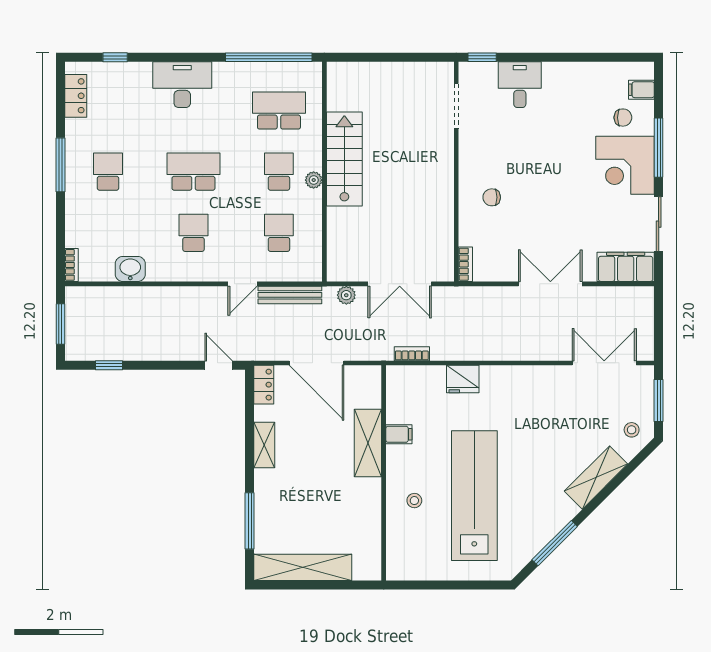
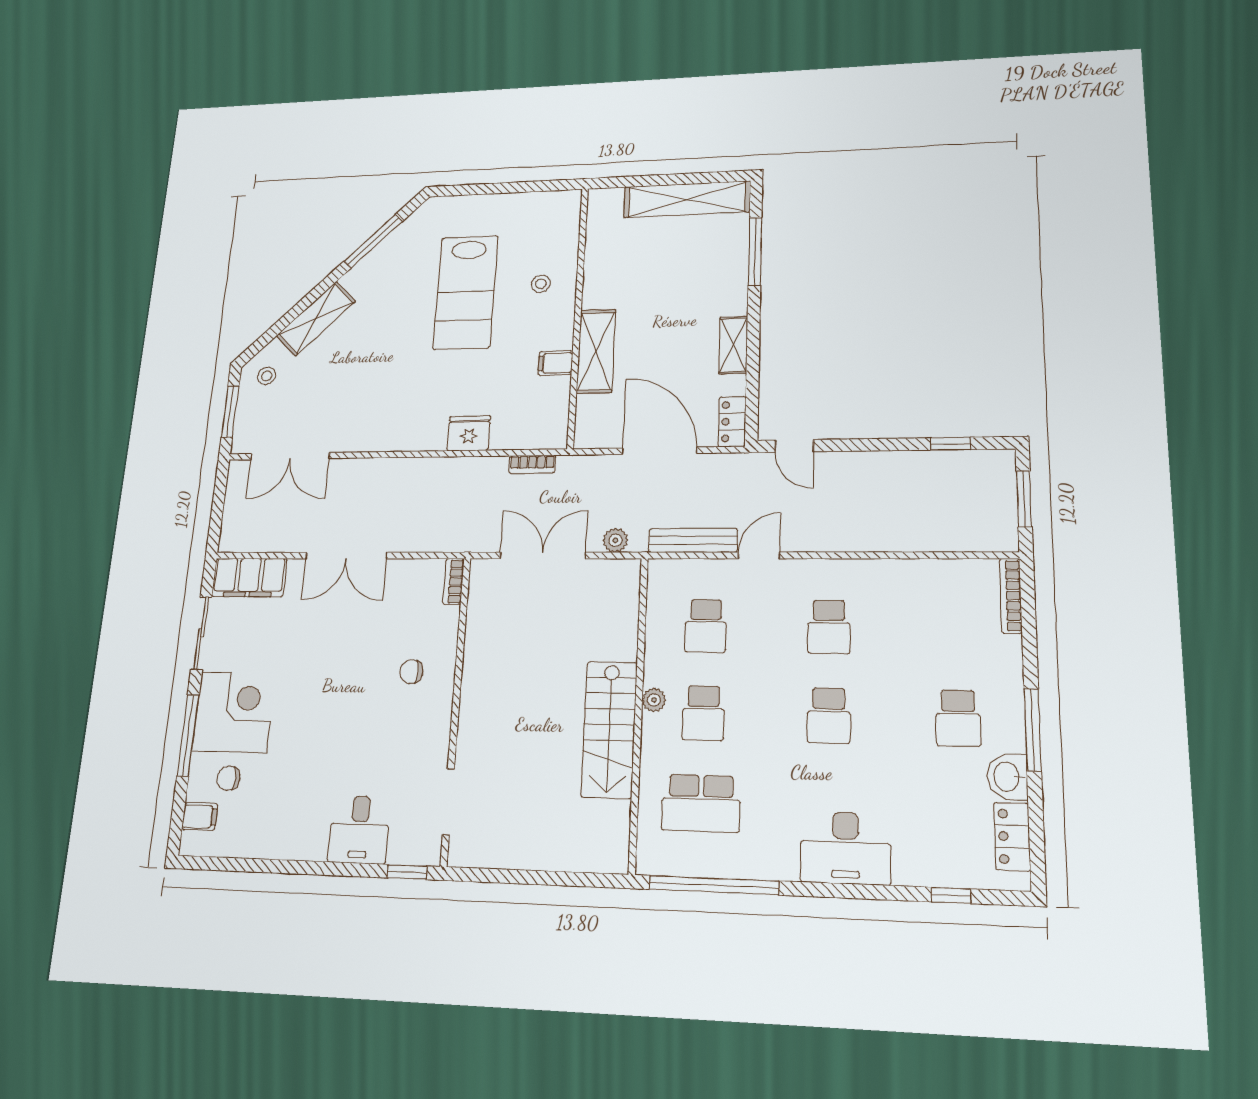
school desk: (193, 172) -> (829, 716), width x0.54
chair: (492, 197) -> (411, 672), turned 180
bookcase: (72, 265) -> (1011, 596), width x1.56
washbasin: (130, 269) -> (1007, 777), moved, turned 90
lab bench: (474, 496) -> (466, 292), width x0.73

